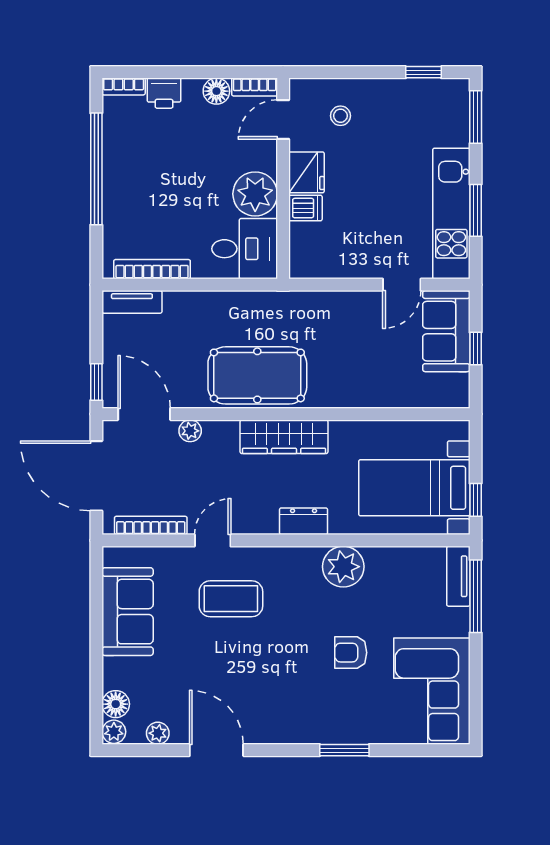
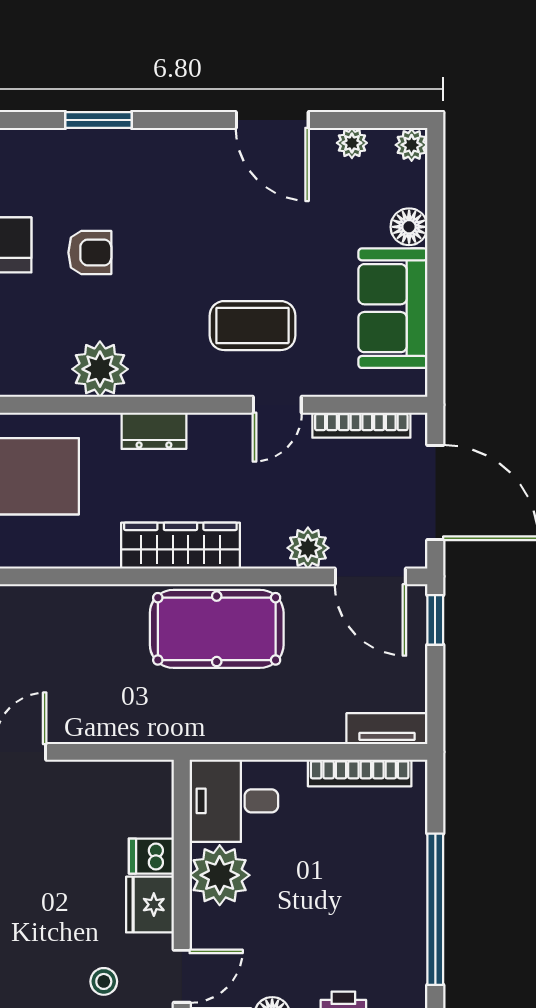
plant: (190, 431) -> (308, 548), width x1.38, depth x1.38
floor lamp: (116, 704) -> (409, 227), moved

